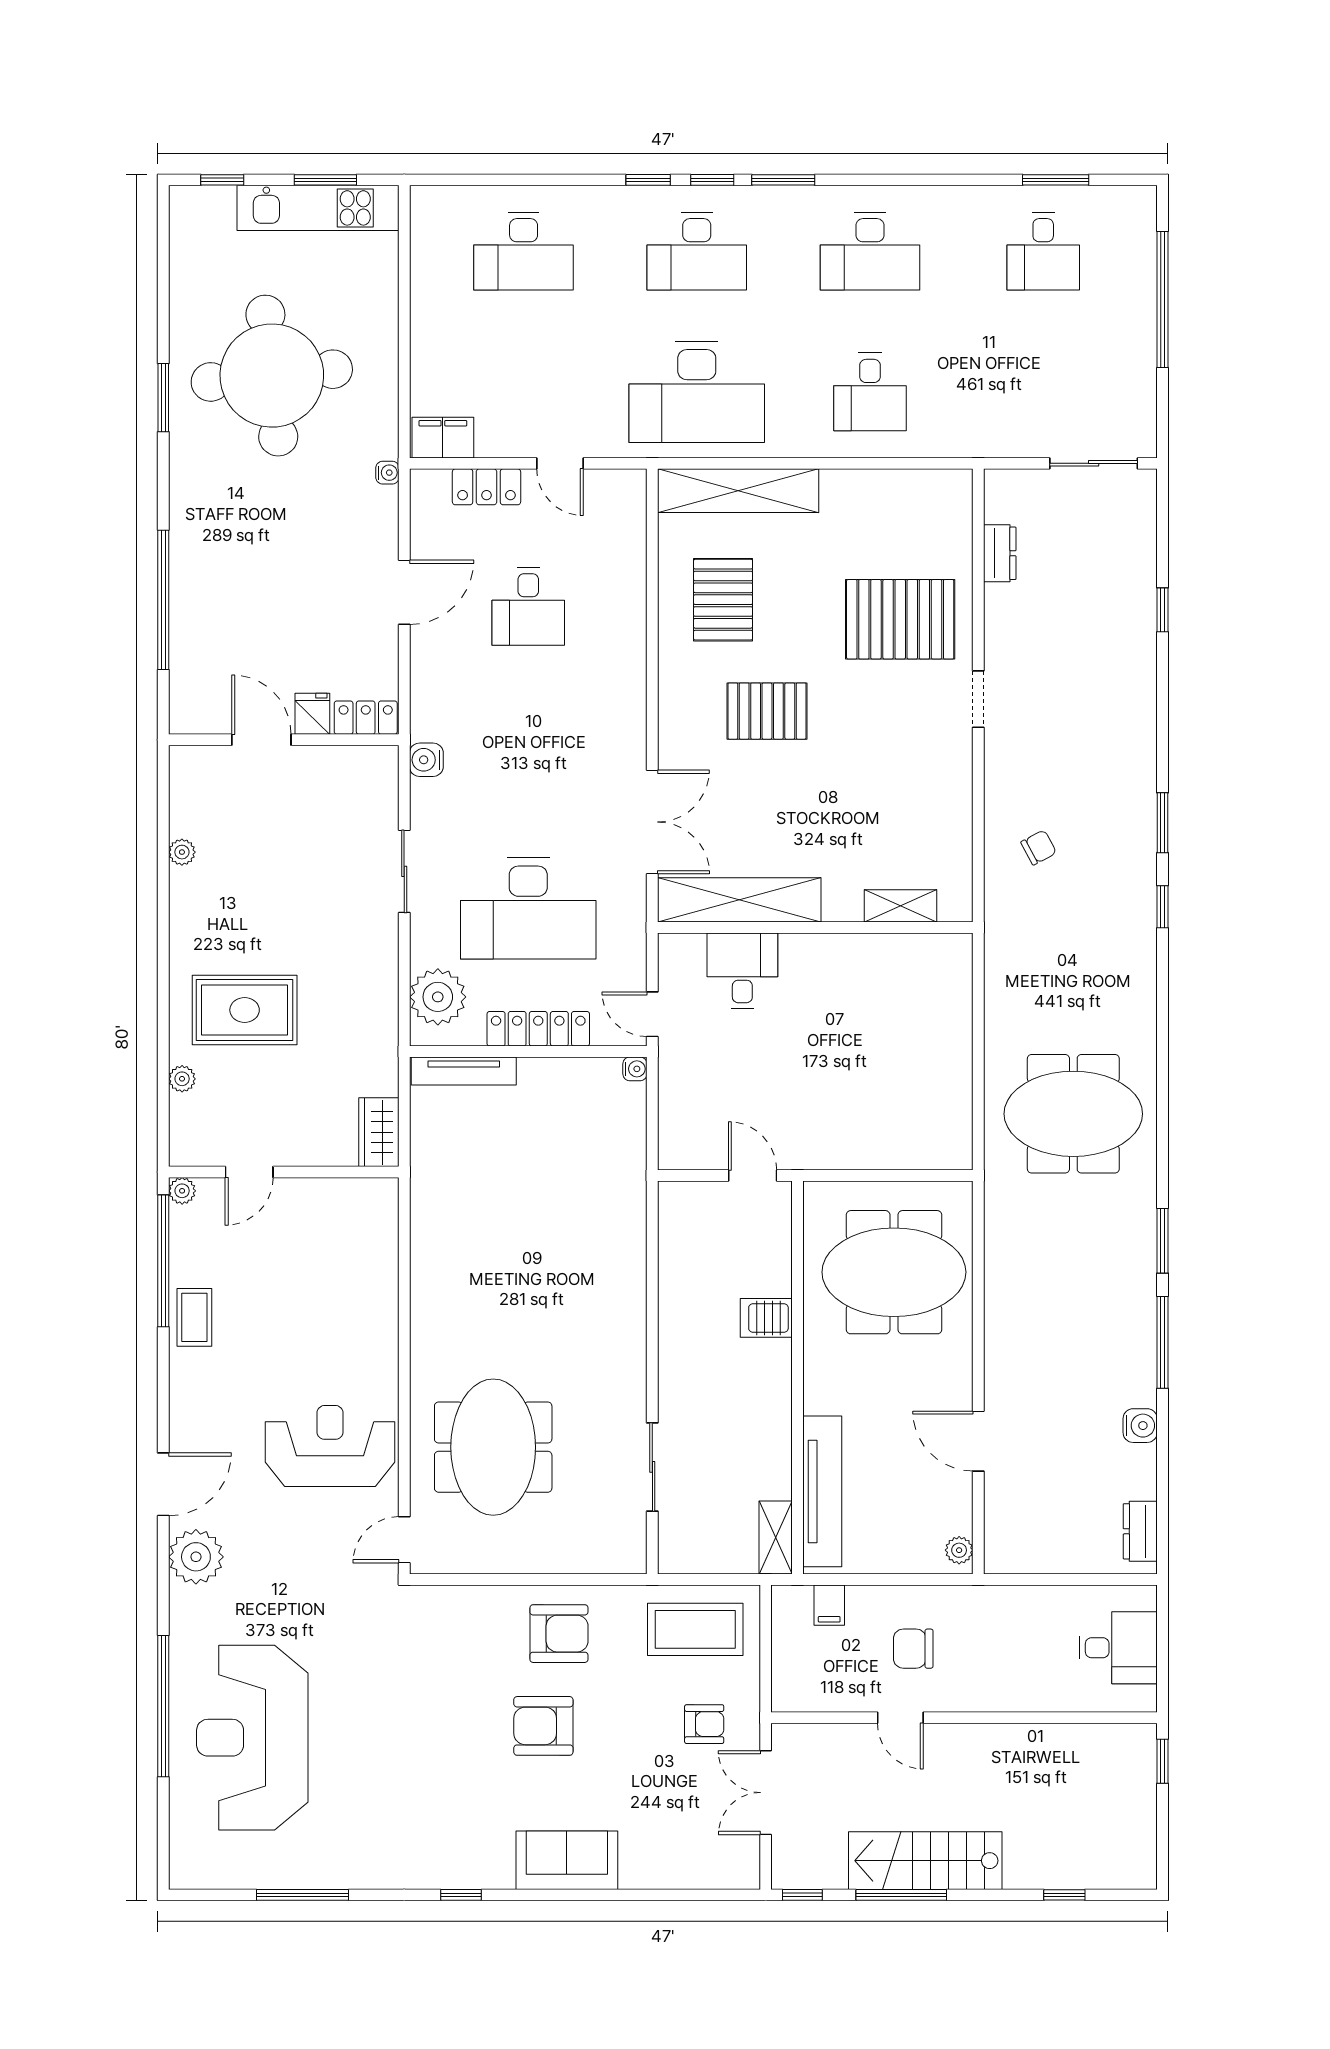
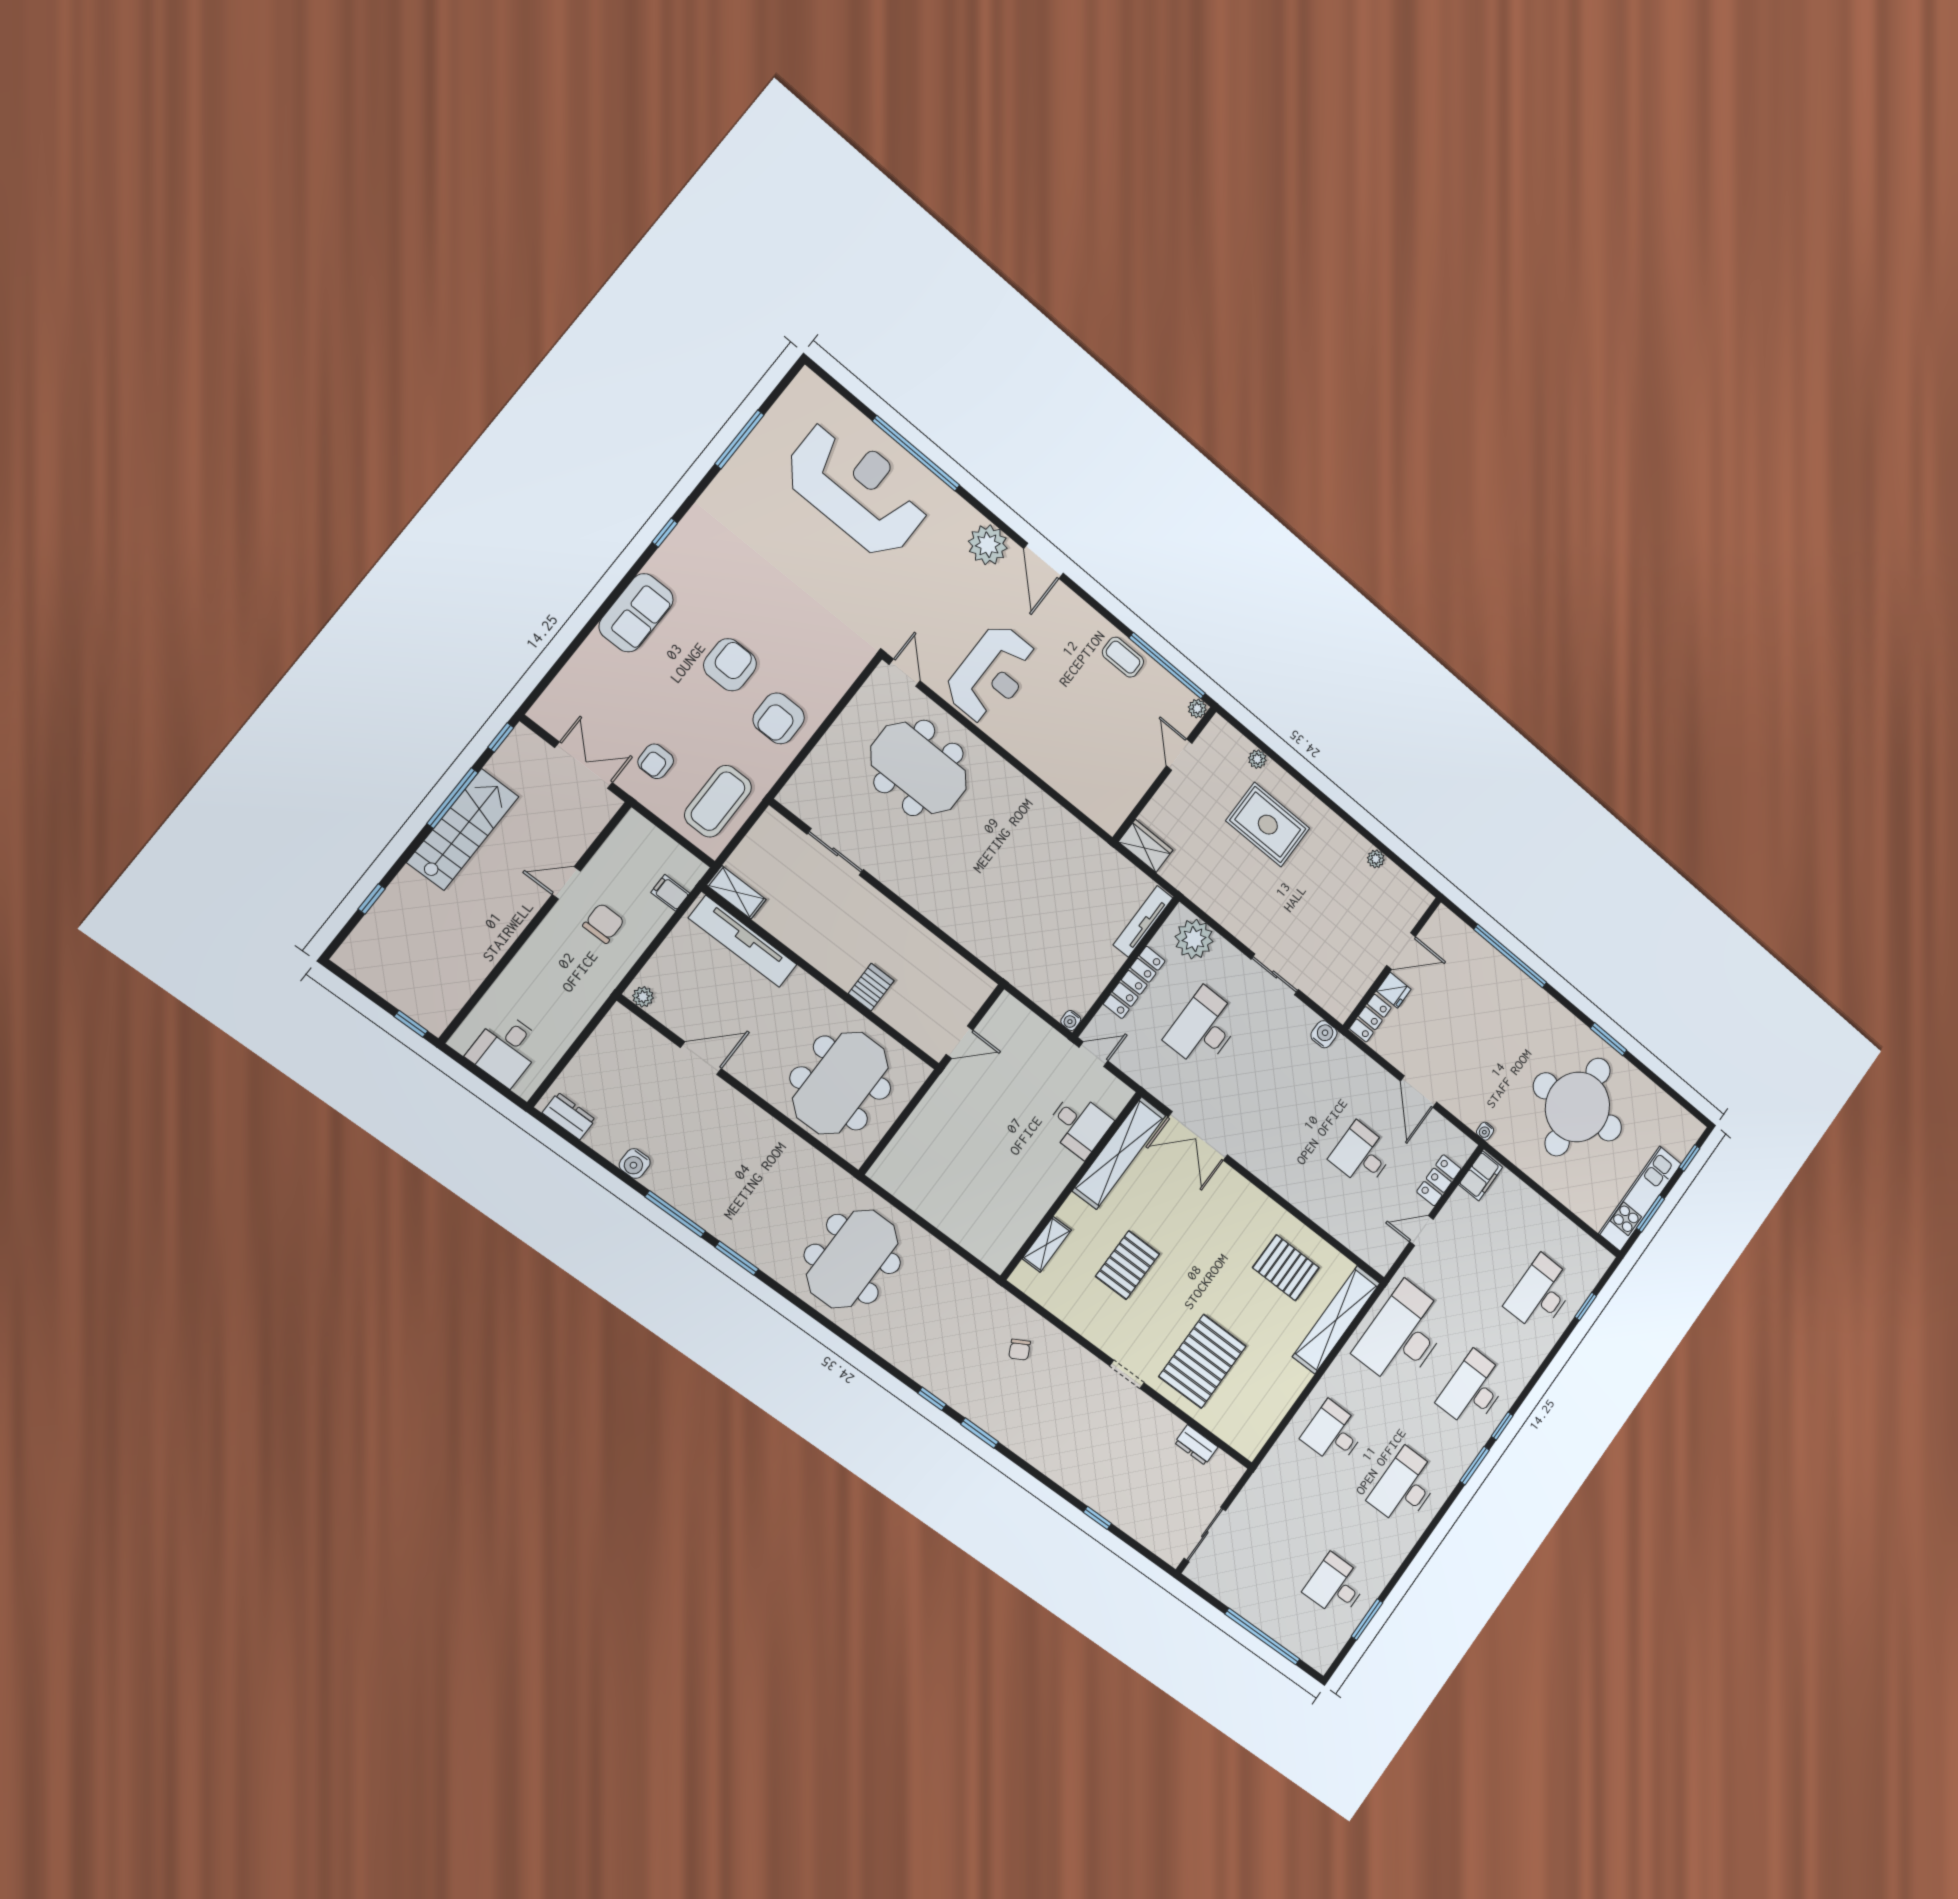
window: (648, 180) -> (1586, 1306), moved
pallet: (767, 711) -> (1128, 1265), moved
desk: (528, 909) -> (1203, 1029), width x0.73, depth x0.77
rug: (245, 1010) -> (1268, 825), turned 90

